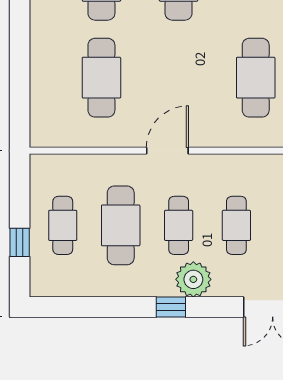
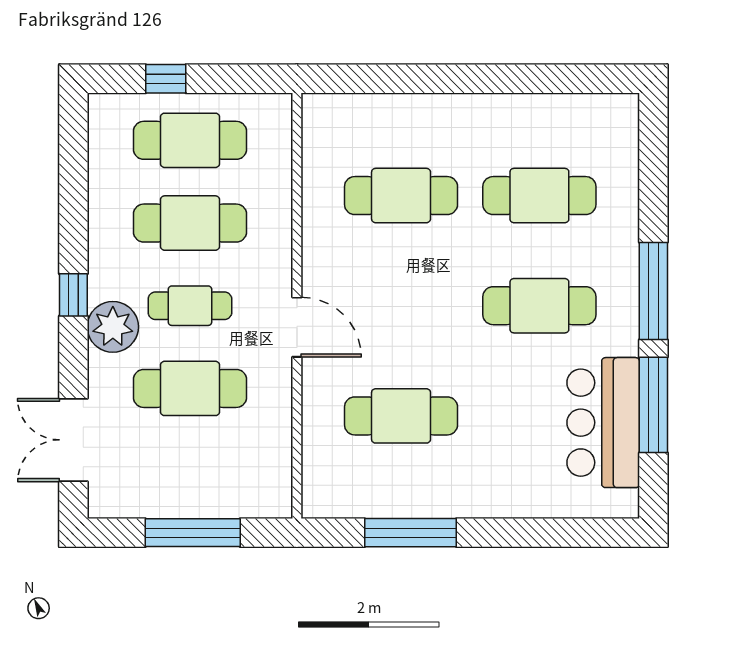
door: (167, 151) -> (297, 327), moved
cafe table: (63, 225) -> (190, 140), width x1.37, depth x1.35
cafe table: (236, 225) -> (190, 388), width x1.37, depth x1.35

